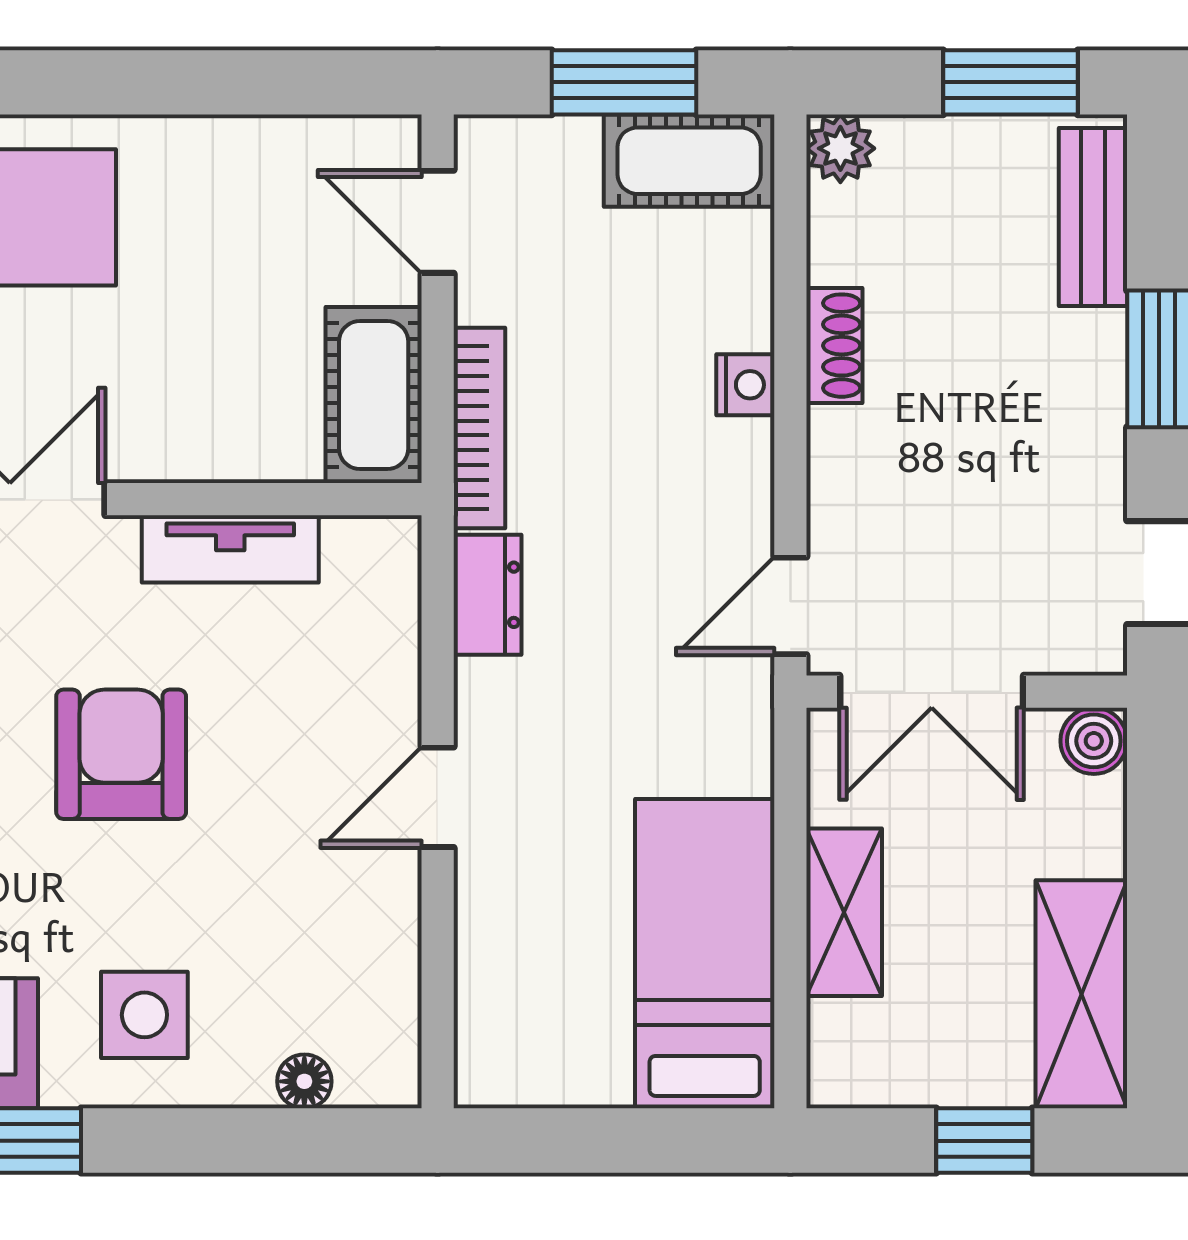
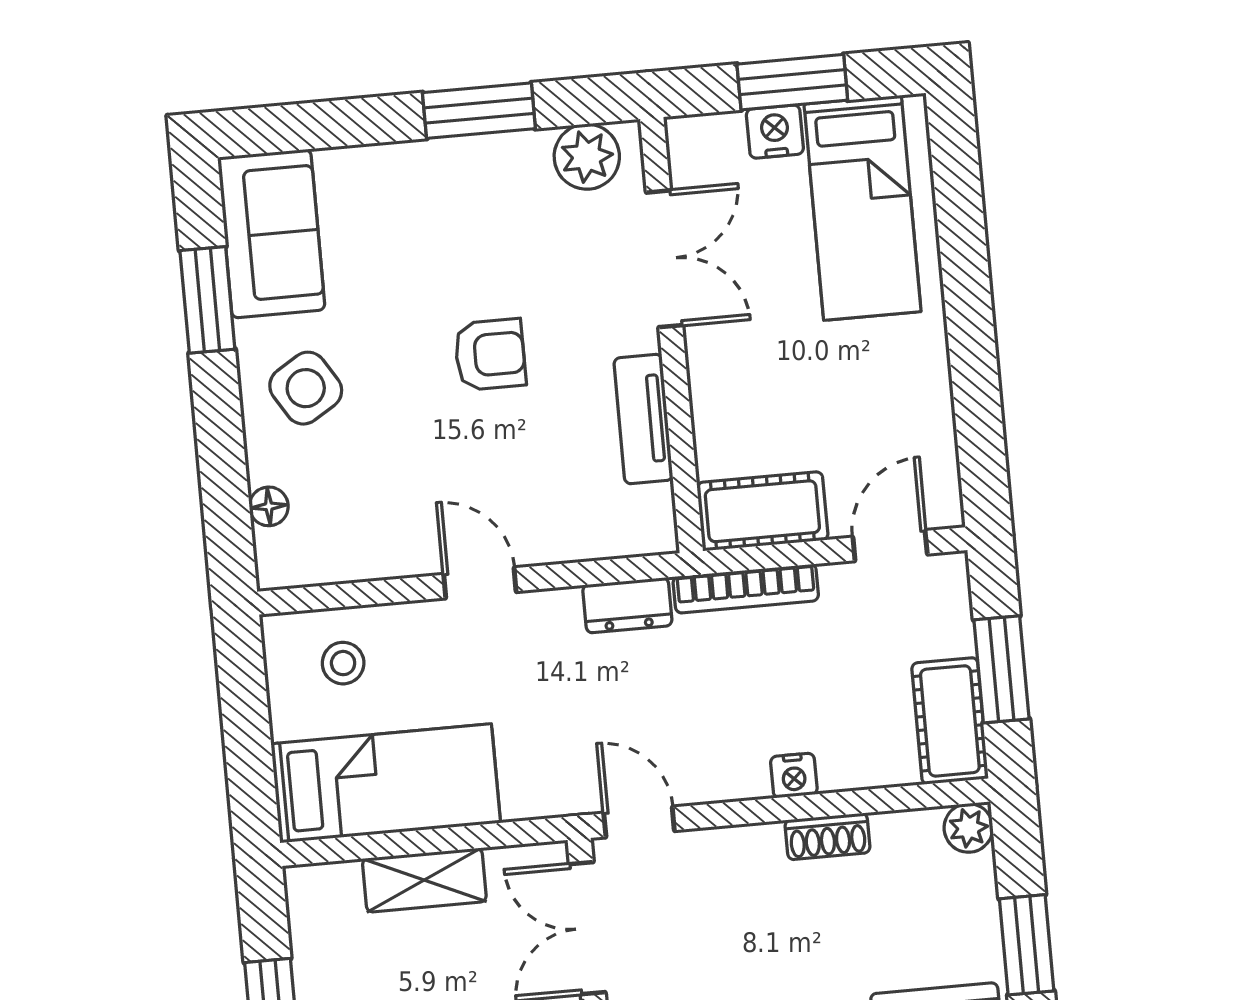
armchair: (121, 754) -> (490, 355), width x0.72, depth x0.72
stool: (532, 998) -> (343, 663), added
side table: (144, 1015) -> (306, 388), turned -32

